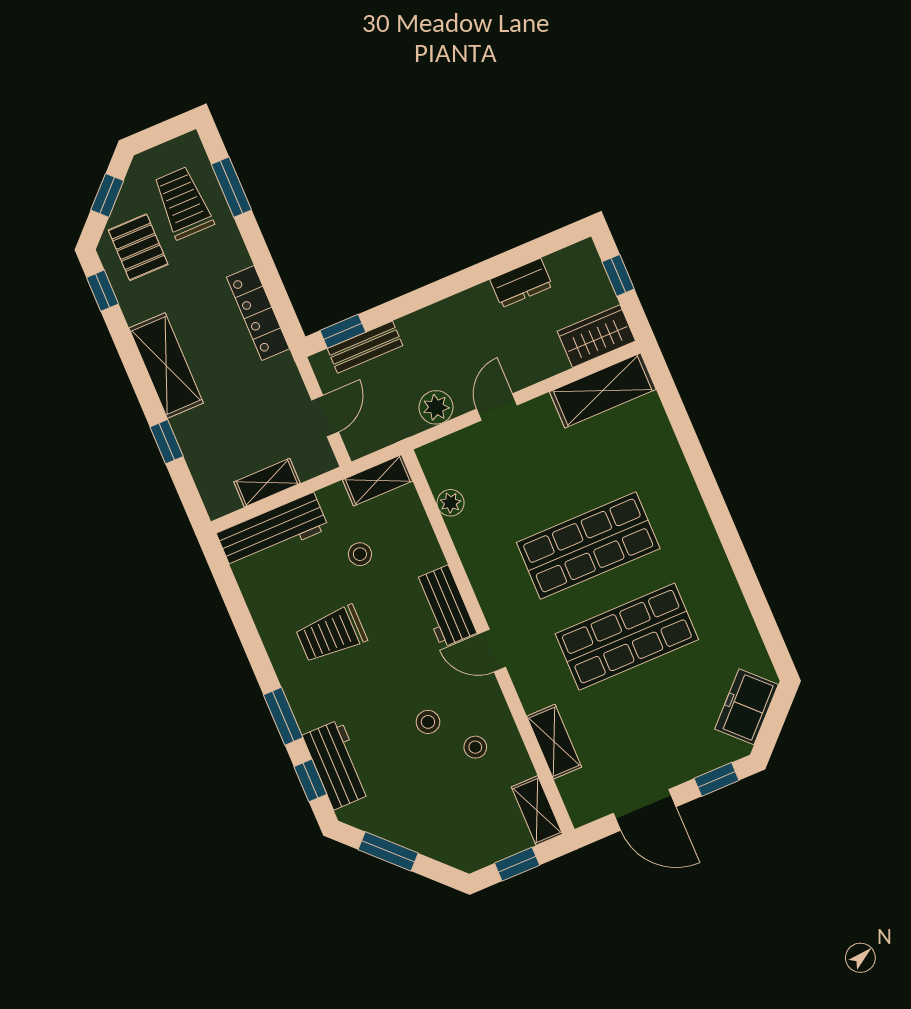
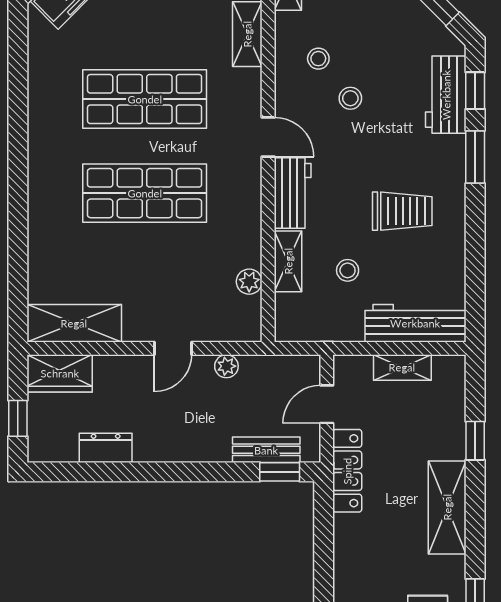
locker: (258, 313) -> (347, 471), moved
plant: (436, 407) -> (226, 366), width x0.73, depth x0.73
shelving: (378, 480) -> (288, 261), moved, turned 90

